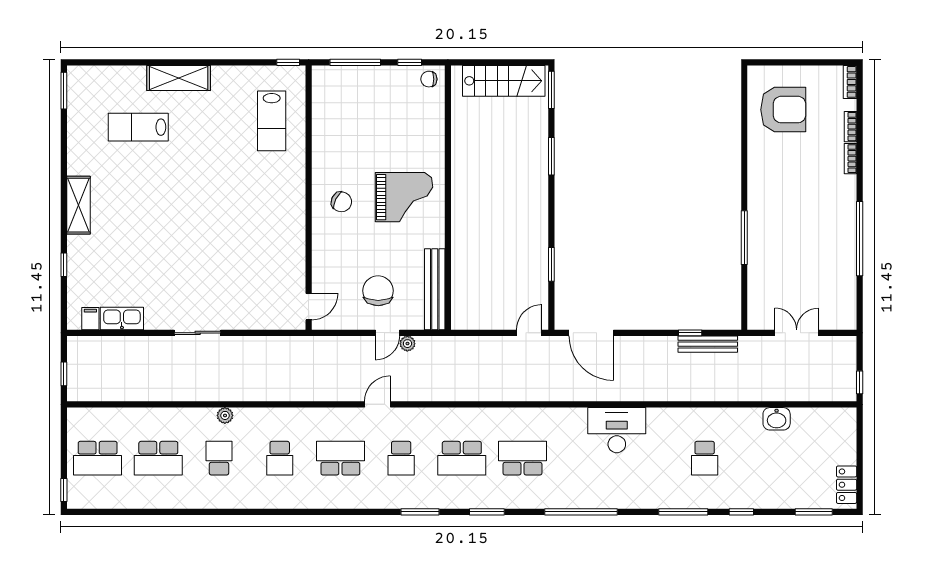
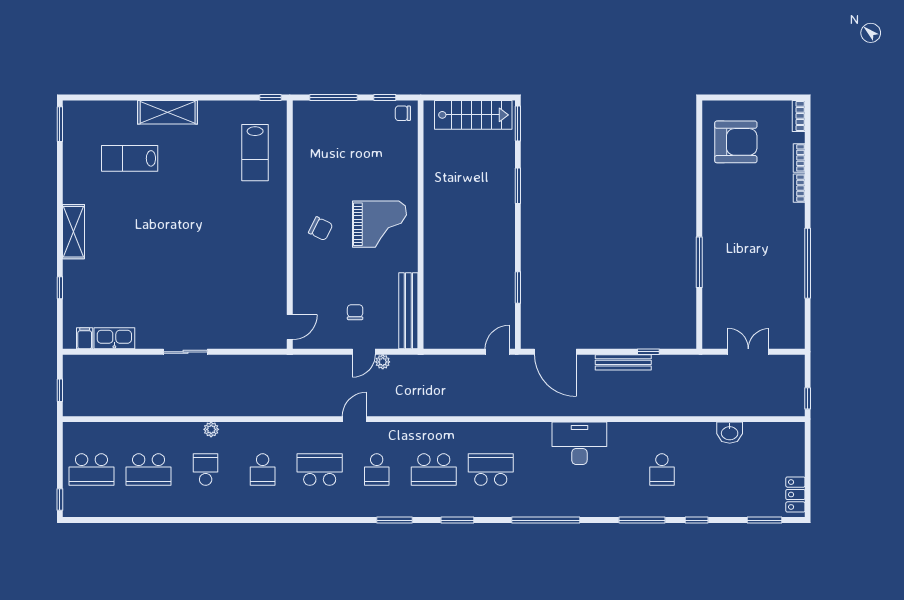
chair: (378, 291) -> (355, 312), width x0.54, depth x0.54
bench: (708, 344) -> (623, 362), moved

